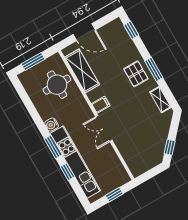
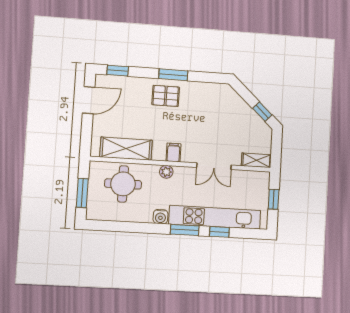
door: (84, 32) -> (89, 100), moved
shelving: (160, 100) -> (256, 160), moved
plant: (84, 108) -> (166, 172), added
double door: (104, 128) -> (214, 166), moved

